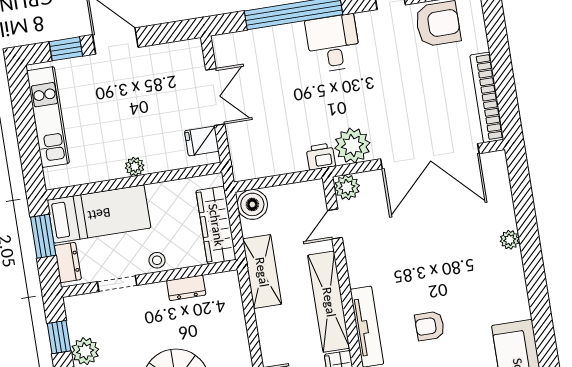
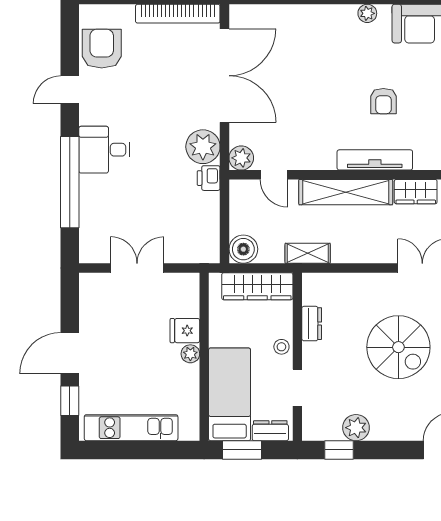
fridge: (202, 141) -> (185, 331), moved, turned 90
plant: (510, 240) -> (367, 13), moved
shelving: (262, 272) -> (308, 253), width x0.67, depth x0.75

